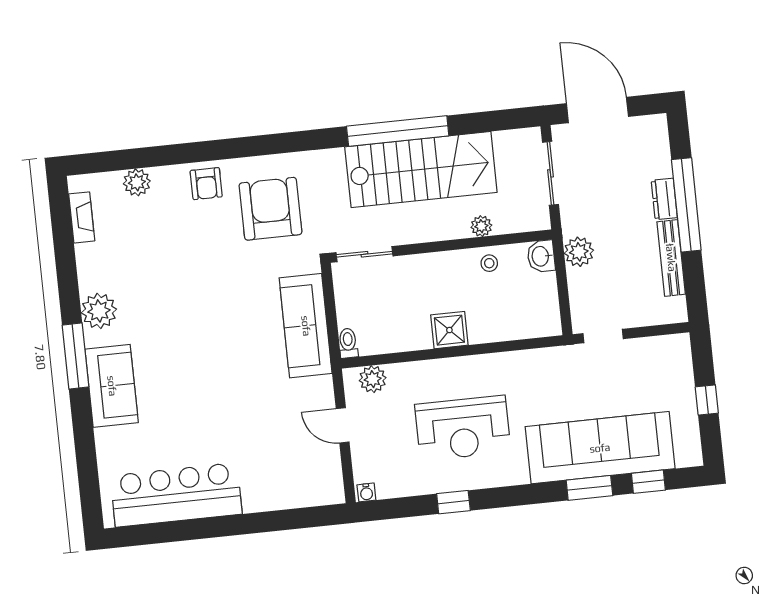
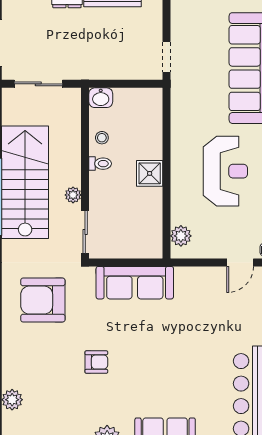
armchair: (206, 184) -> (96, 362), moved
plant: (481, 226) -> (73, 195), moved
plant: (579, 252) -> (100, 69), removed
toilet: (348, 343) -> (100, 164), moved, turned 180
door: (343, 425) -> (240, 262), moved

